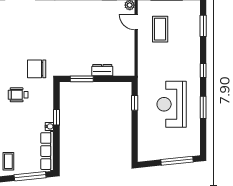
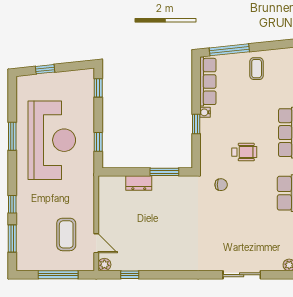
chair: (37, 69) -> (221, 185), width x0.54, depth x0.54
window: (203, 70) -> (12, 204), moved
reception desk: (172, 104) -> (52, 140), width x1.36, depth x1.30
window: (135, 146) -> (98, 88), added
window: (177, 161) -> (45, 69), width x0.46

